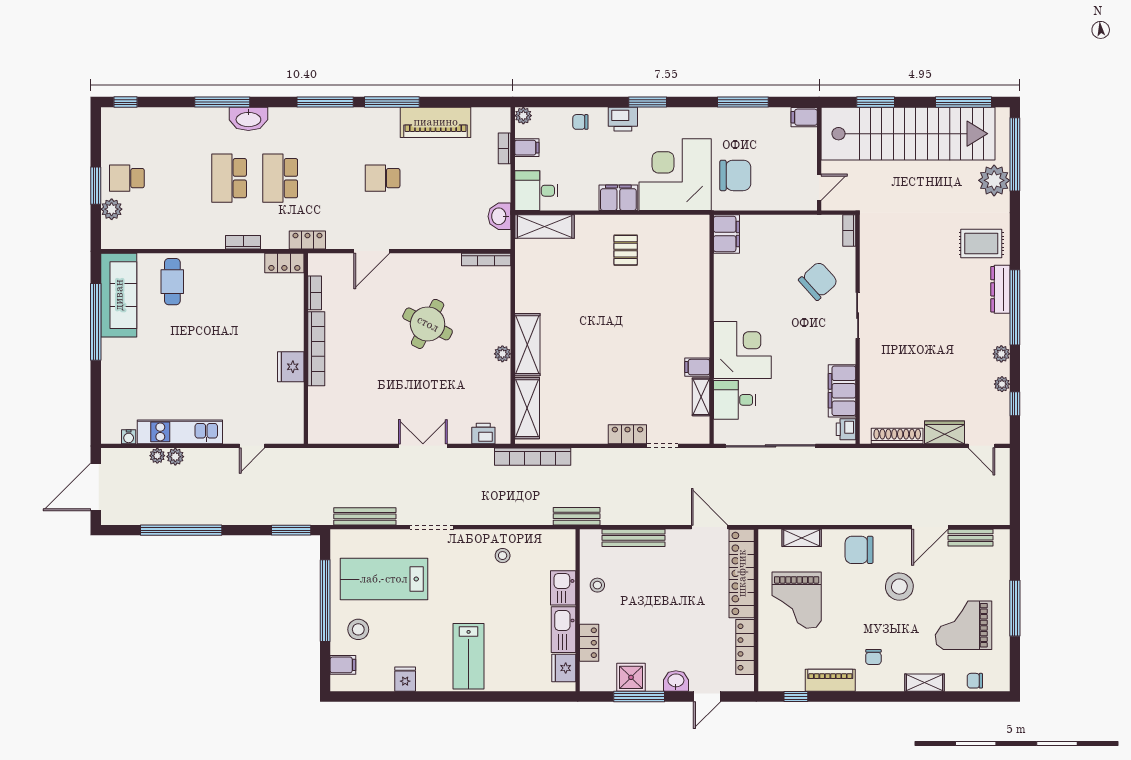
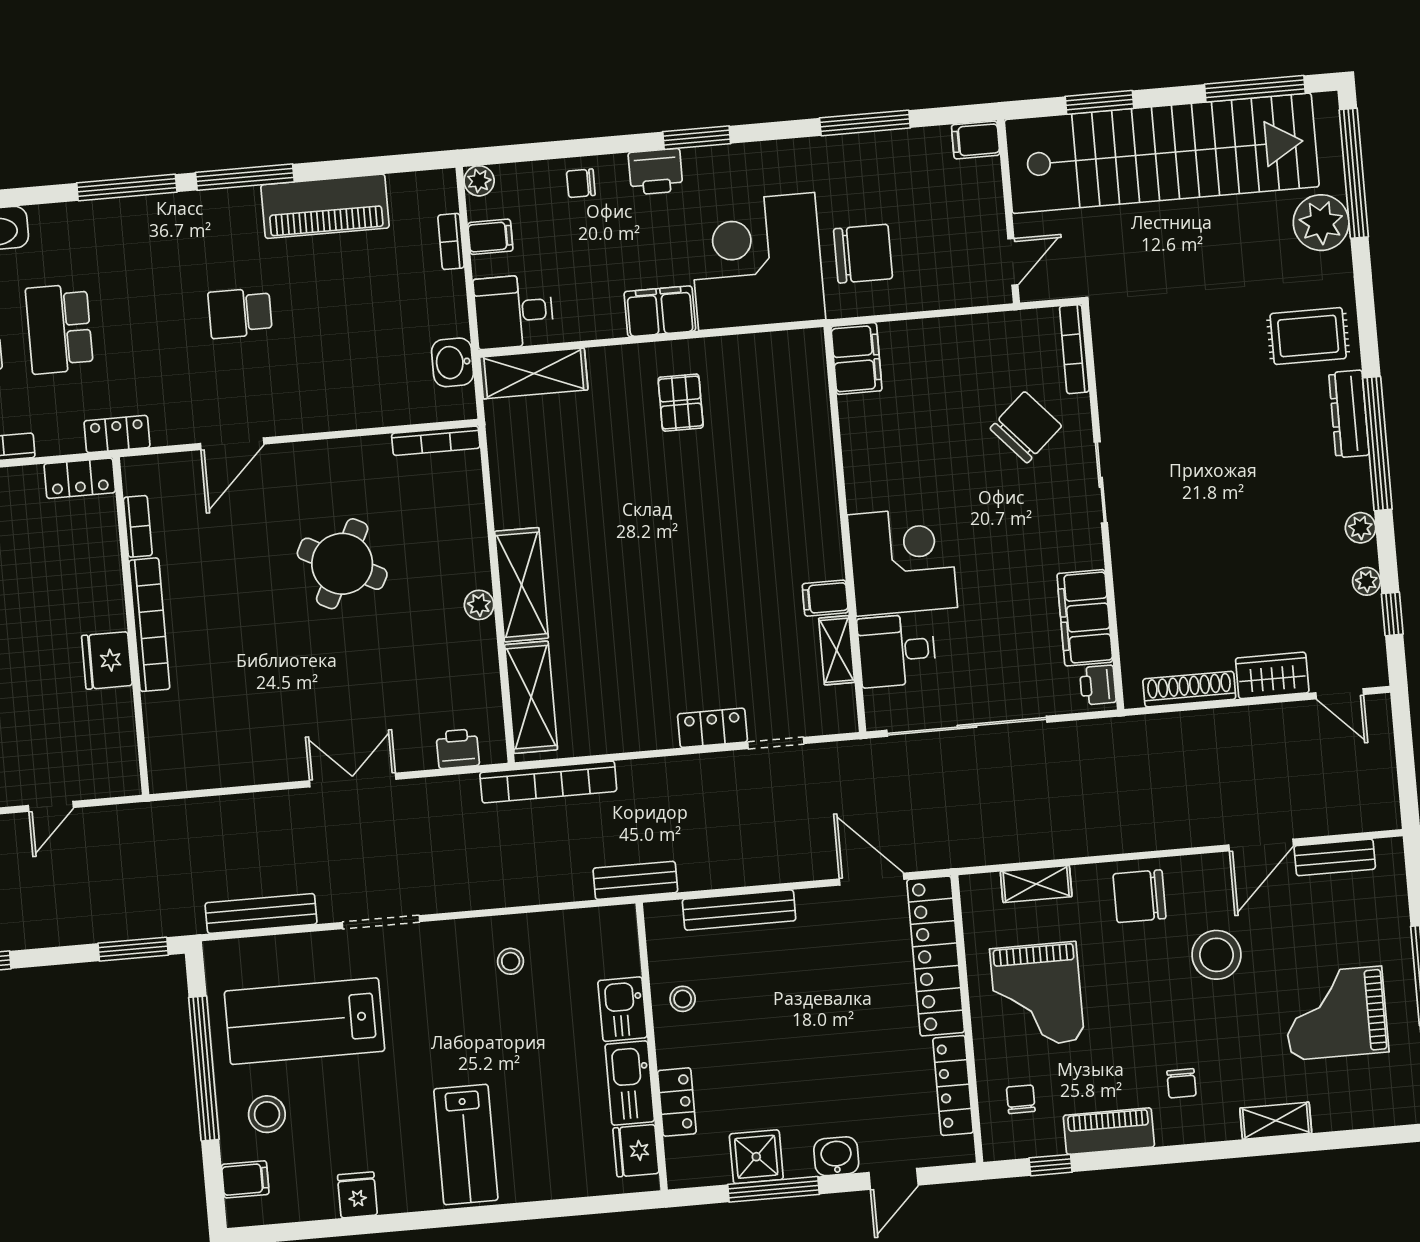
bookcase: (849, 230) -> (1074, 349), width x1.56
chair: (975, 681) -> (1021, 1099), moved, turned 90

